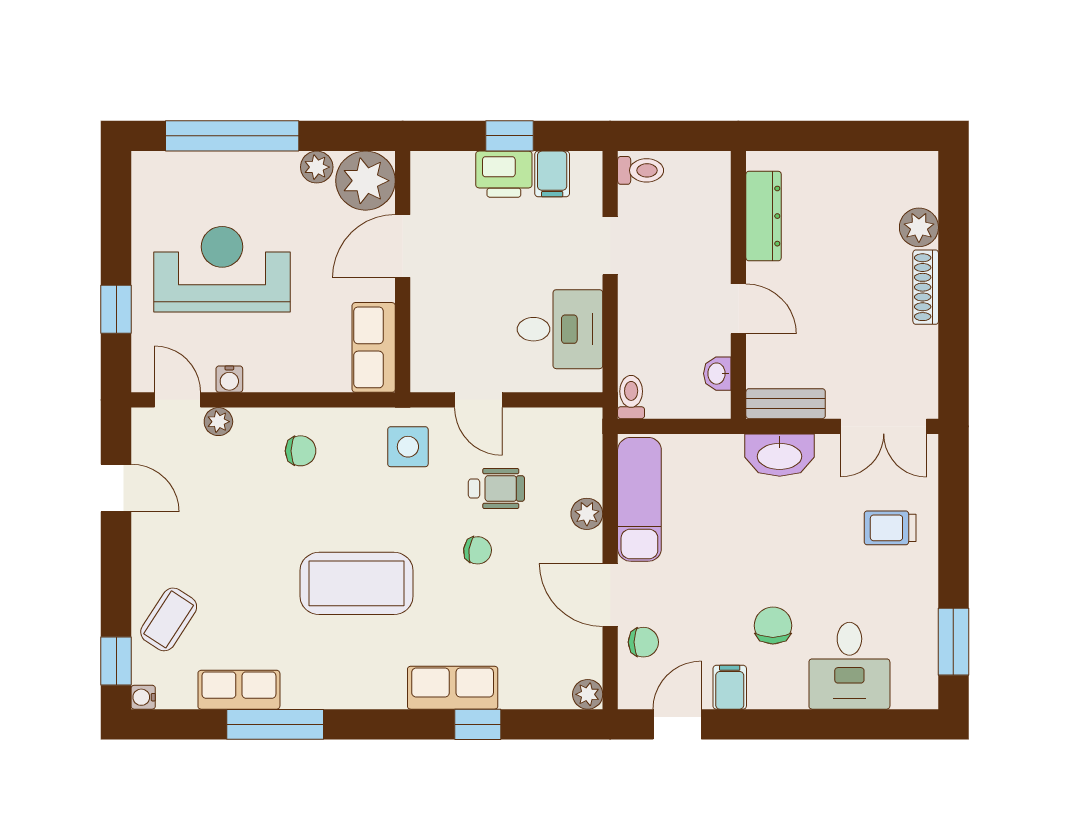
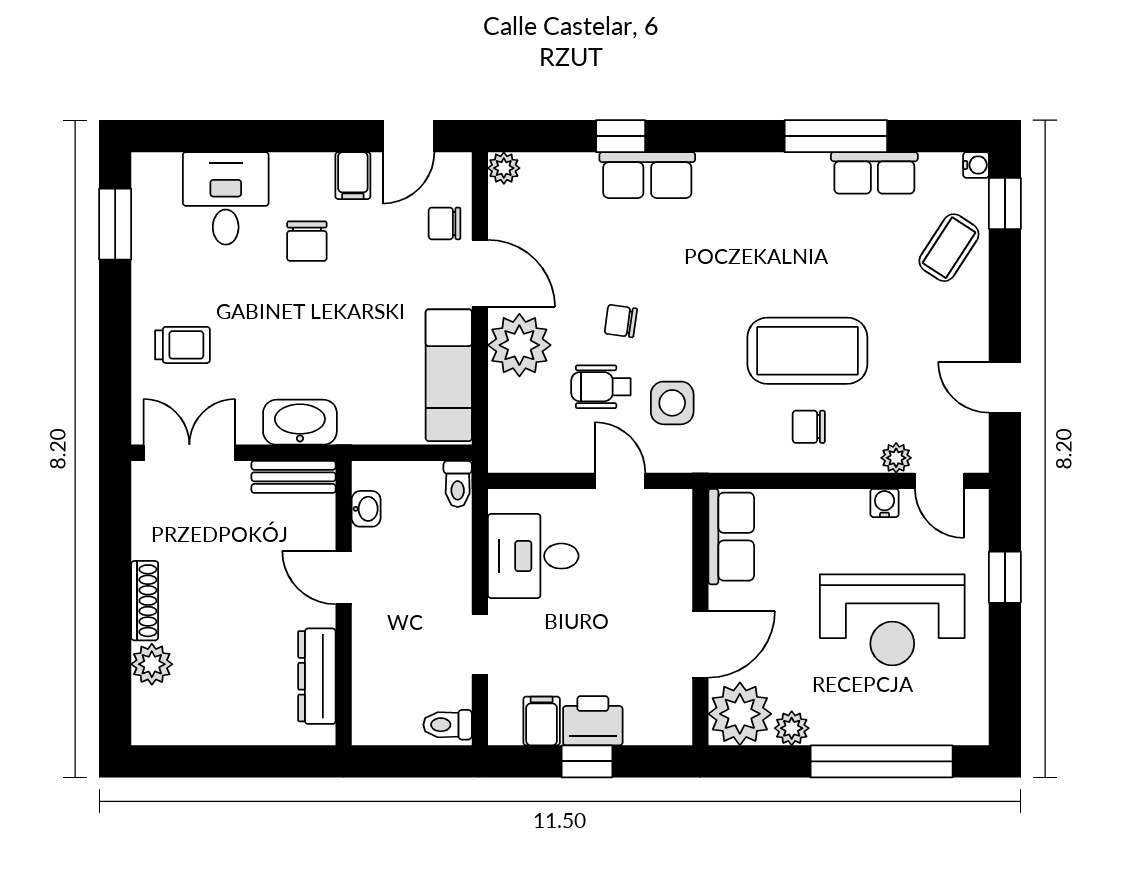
side table: (408, 447) -> (672, 403), moved
plant: (587, 514) -> (519, 345), width x1.88, depth x1.88
coffee table: (356, 583) -> (807, 351), moved

